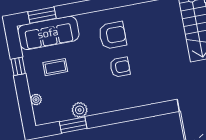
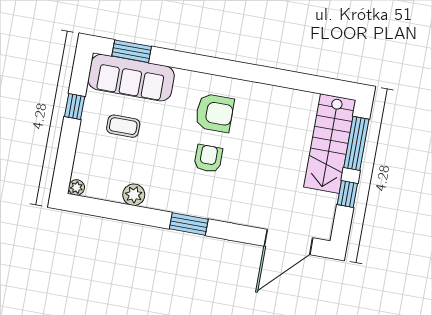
armchair: (120, 67) -> (208, 158), turned -90
plant: (36, 100) -> (76, 187), moved
window: (73, 125) -> (189, 224), moved

